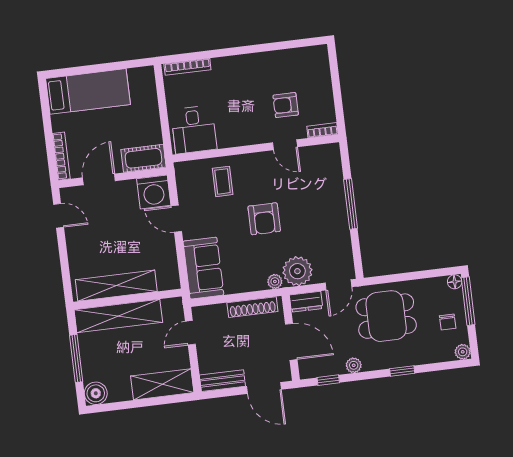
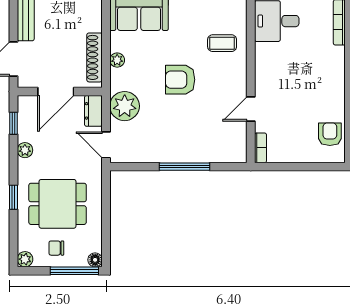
armchair: (286, 105) -> (330, 134), moved
plant: (275, 281) -> (117, 60), moved
dining table: (386, 316) -> (58, 204), moved, turned 90

